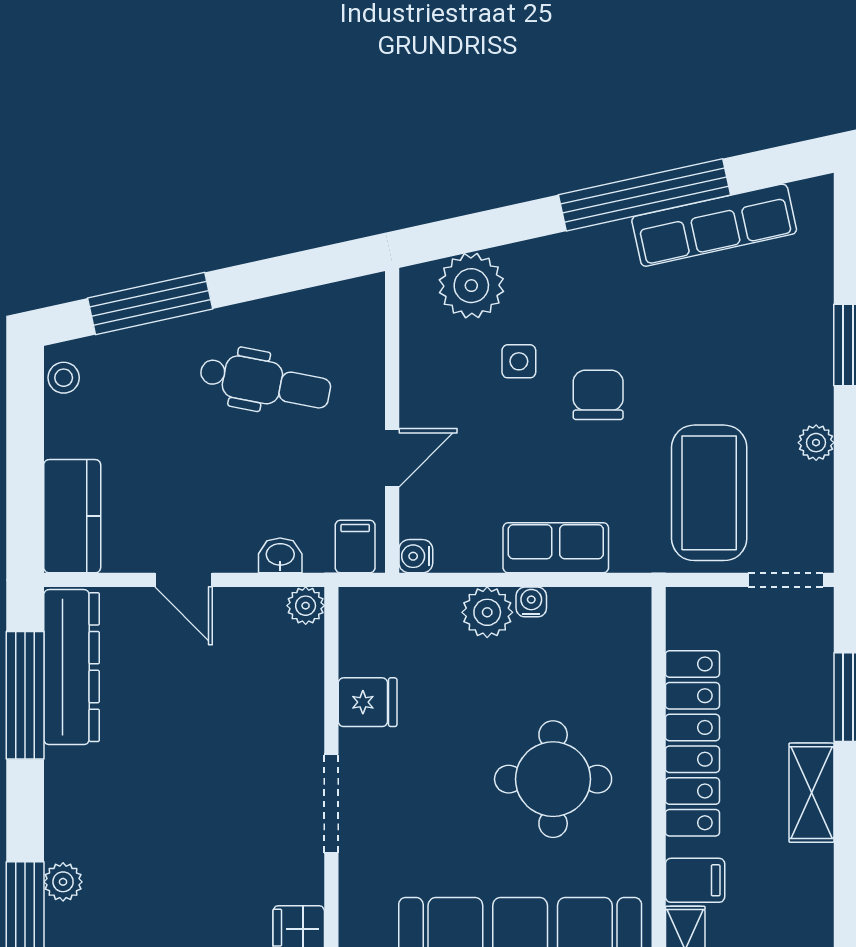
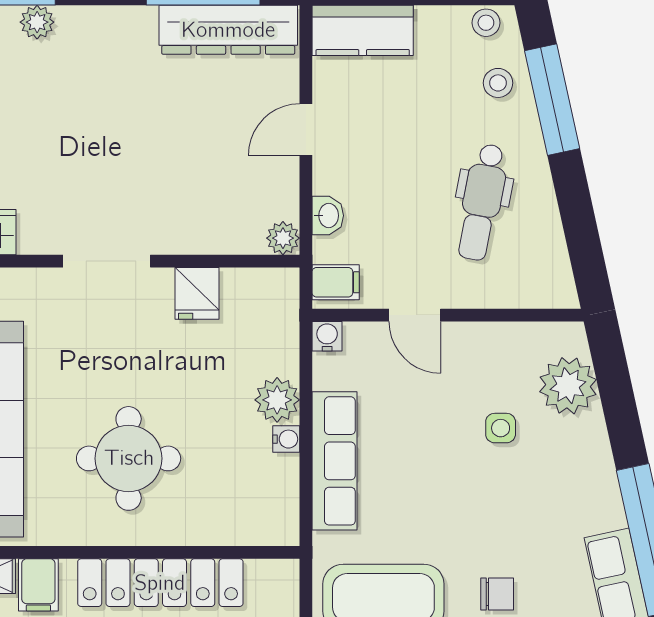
stool: (131, 364) -> (498, 83), added
chair: (598, 395) -> (497, 594), moved, width x0.73, depth x0.73
row of seats: (556, 548) -> (335, 461), width x1.48

